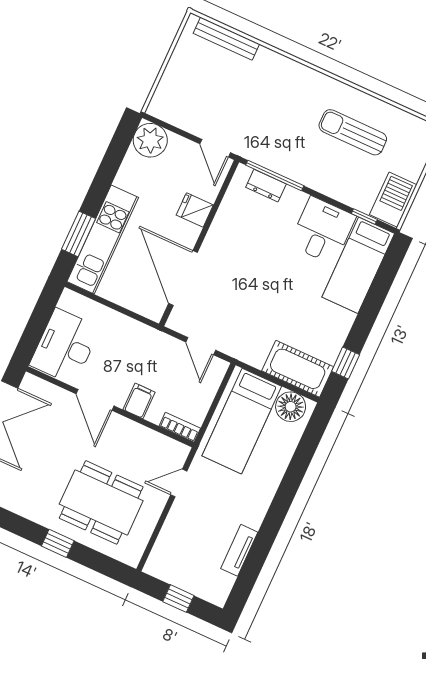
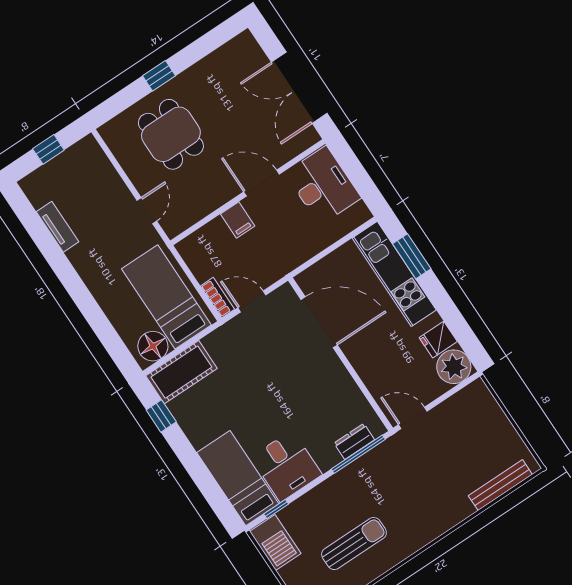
fridge: (195, 210) -> (438, 340), moved, turned 180
bookcase: (180, 427) -> (218, 298), moved, turned -90
dining table: (101, 502) -> (171, 134), width x0.73

